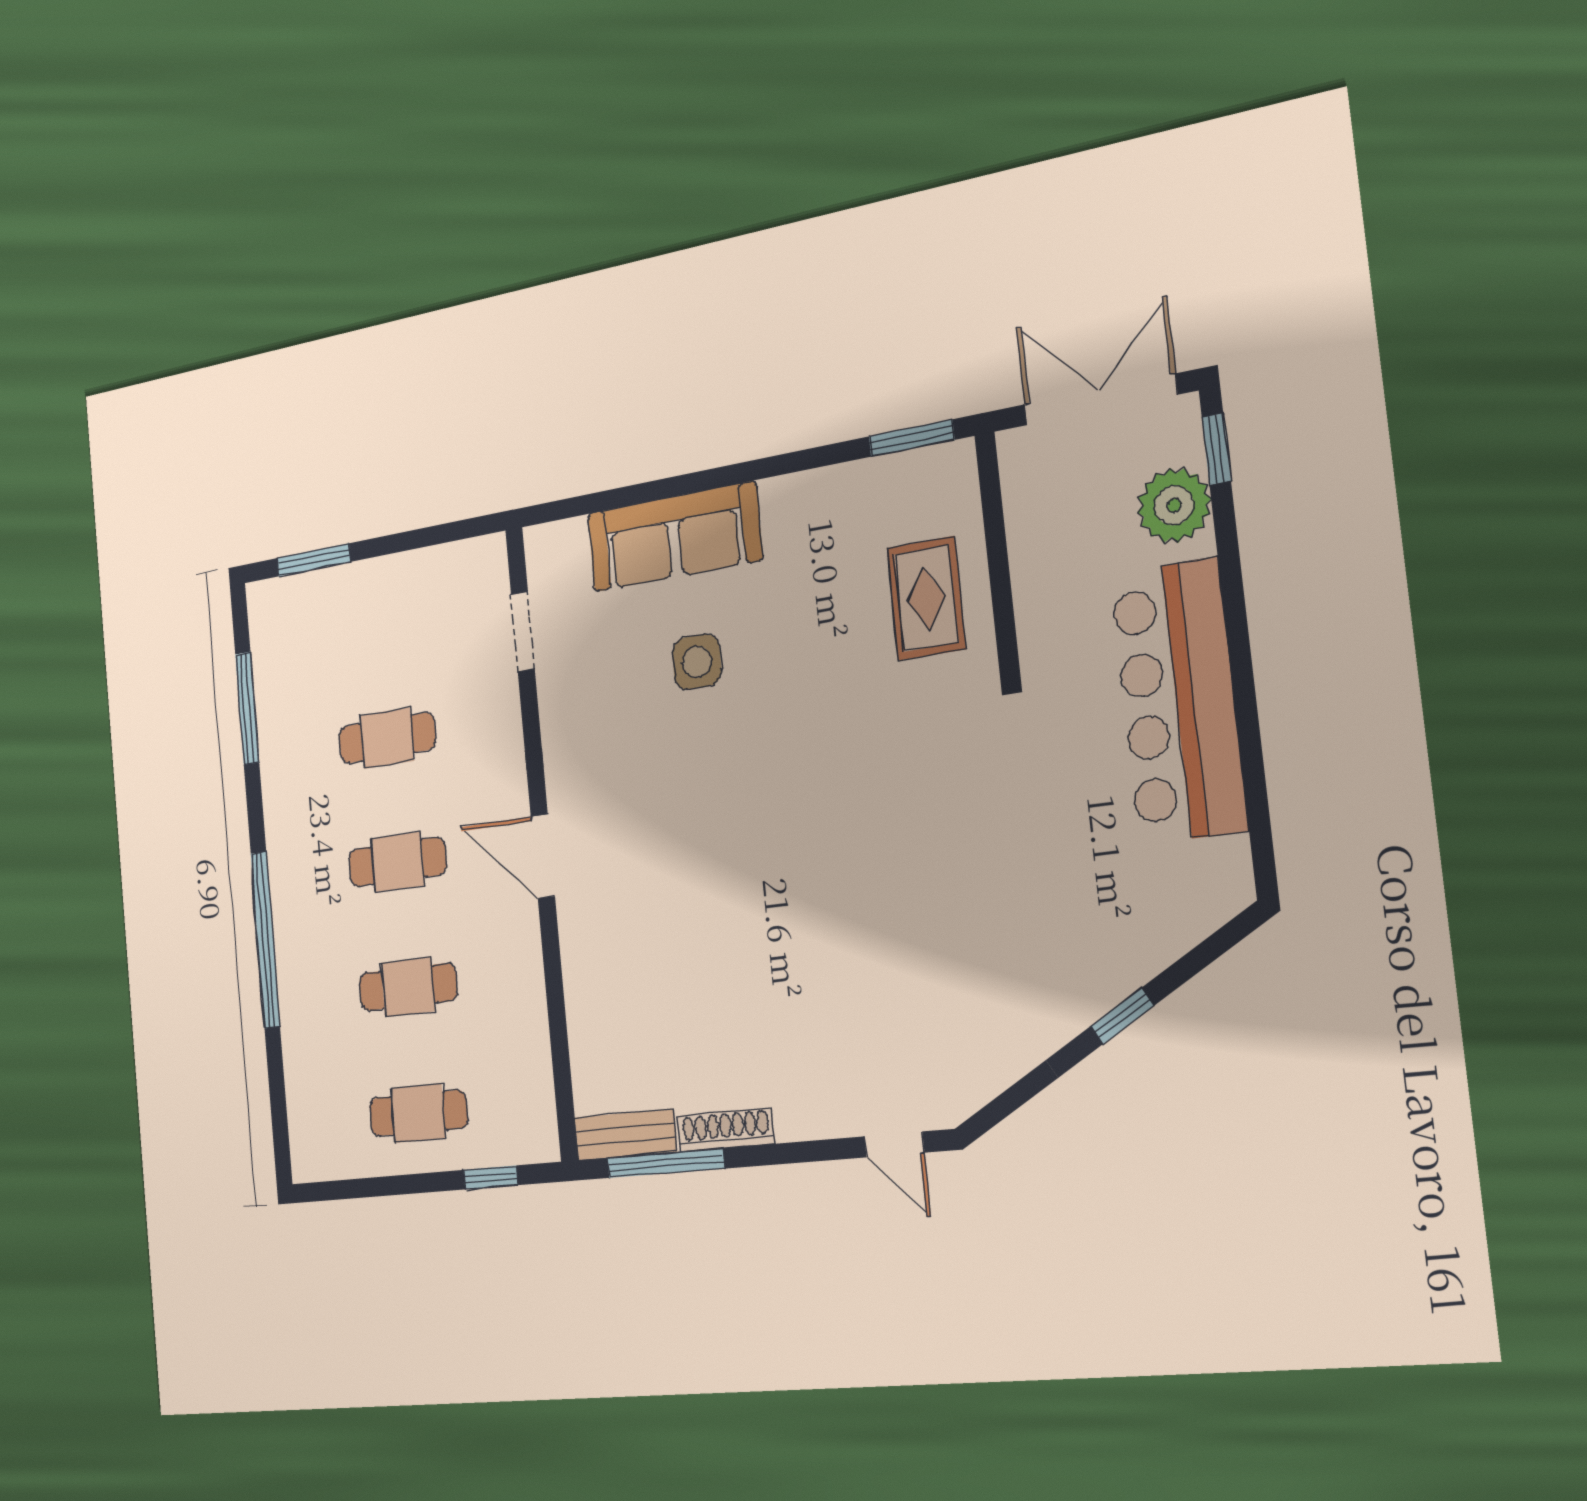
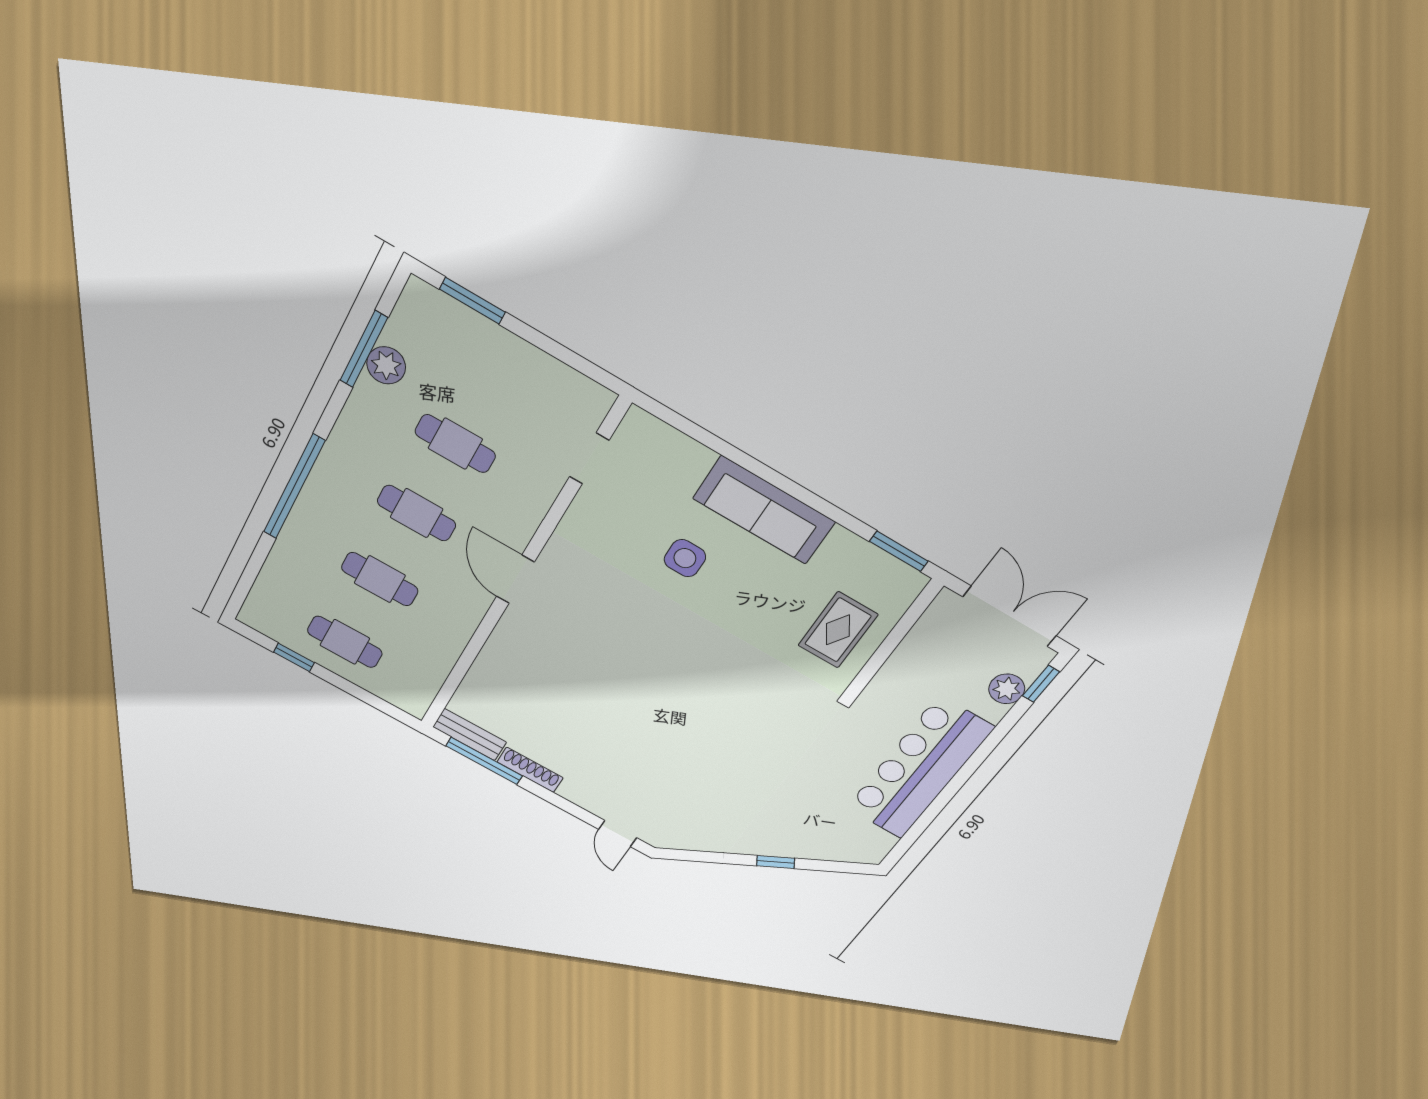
plant: (1174, 505) -> (1007, 689), width x0.73, depth x0.73
sofa: (674, 537) -> (764, 510), moved
plant: (276, 707) -> (386, 365), added
window: (491, 1177) -> (294, 657), moved

